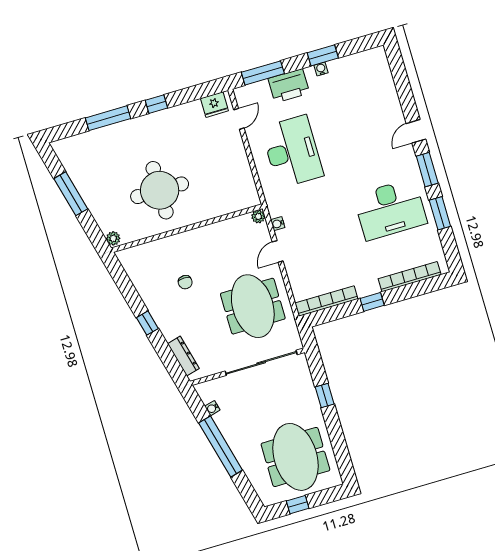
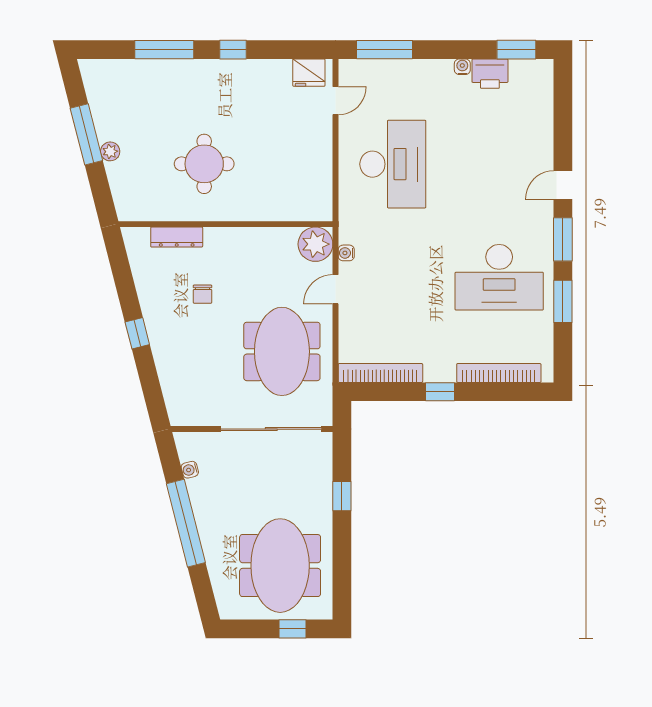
window: (323, 55) -> (516, 50), moved
printer: (289, 86) -> (490, 74), moved, width x0.73, depth x0.84
round table: (160, 190) -> (204, 164), width x0.73, depth x0.73
plant: (258, 217) -> (315, 244), width x1.88, depth x1.88
plant: (113, 238) -> (110, 151), moved
dresser: (183, 356) -> (177, 237), moved, turned 104
window: (298, 505) -> (292, 629), moved

